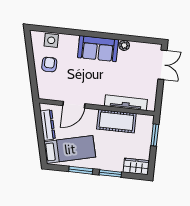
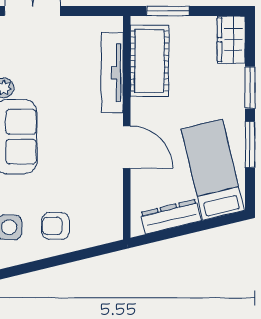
door: (74, 105) -> (127, 147), moved
cot: (116, 121) -> (150, 61), moved

